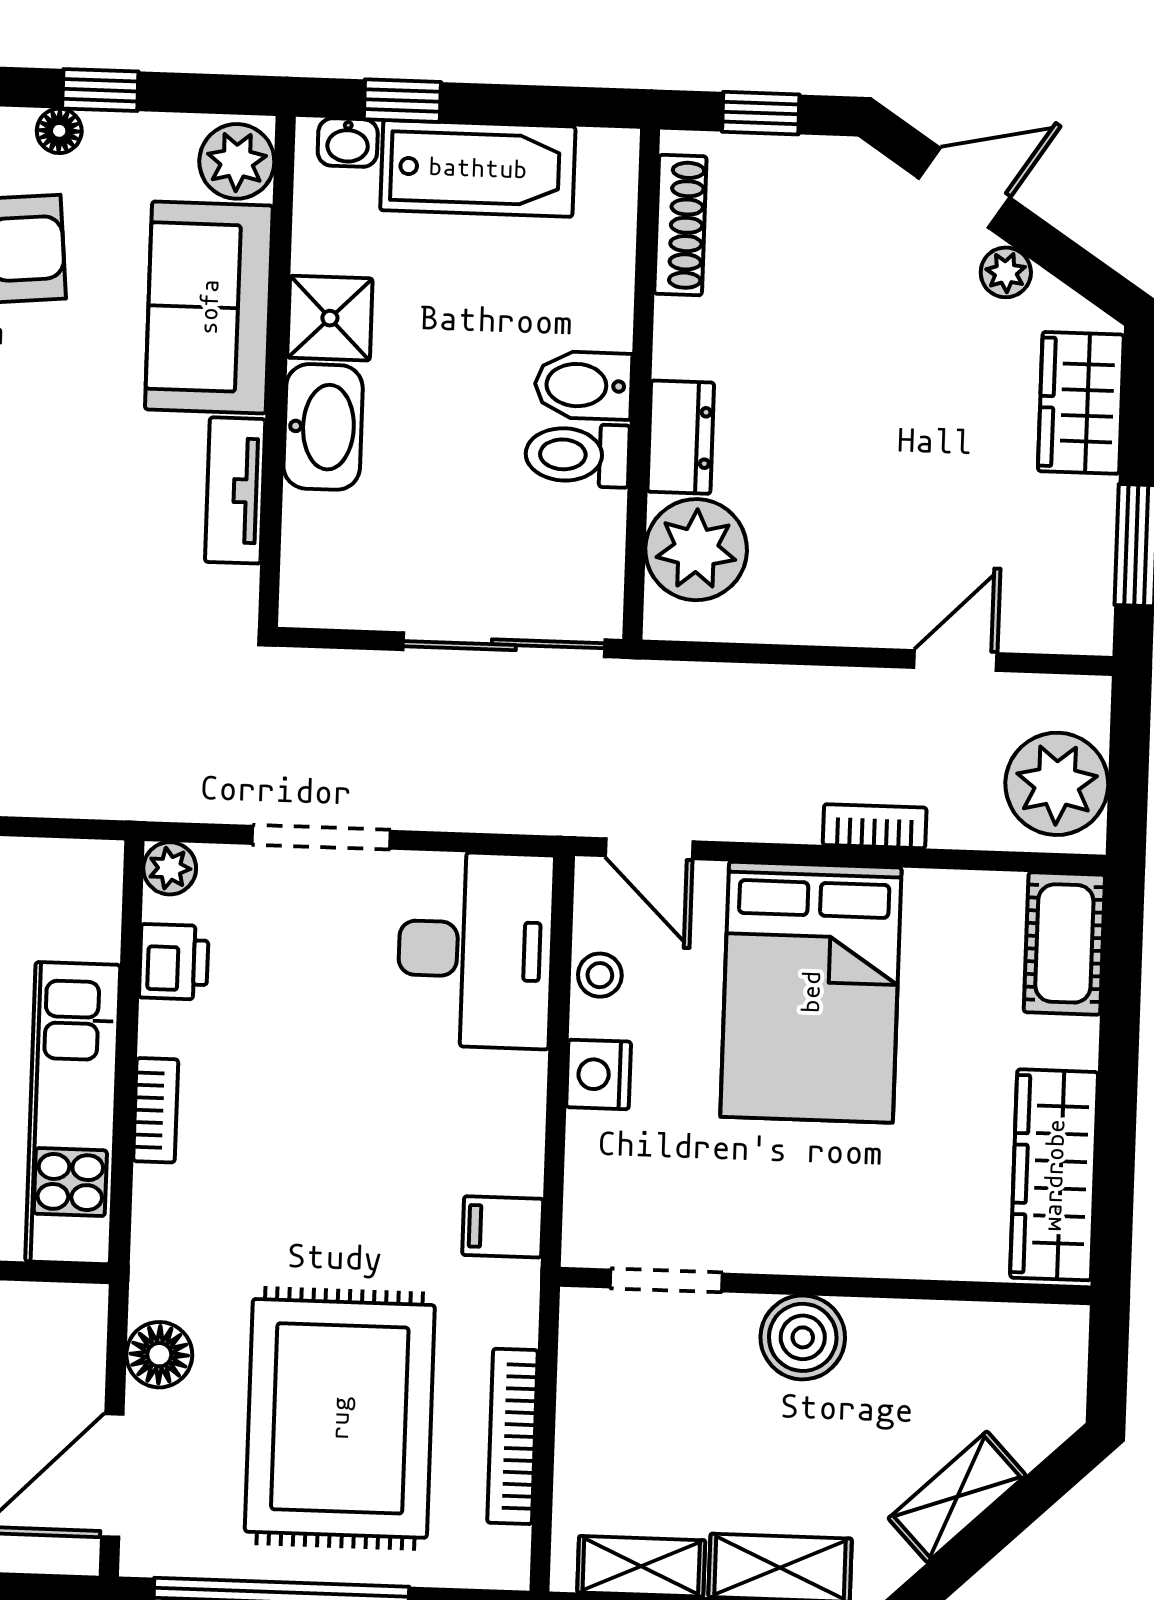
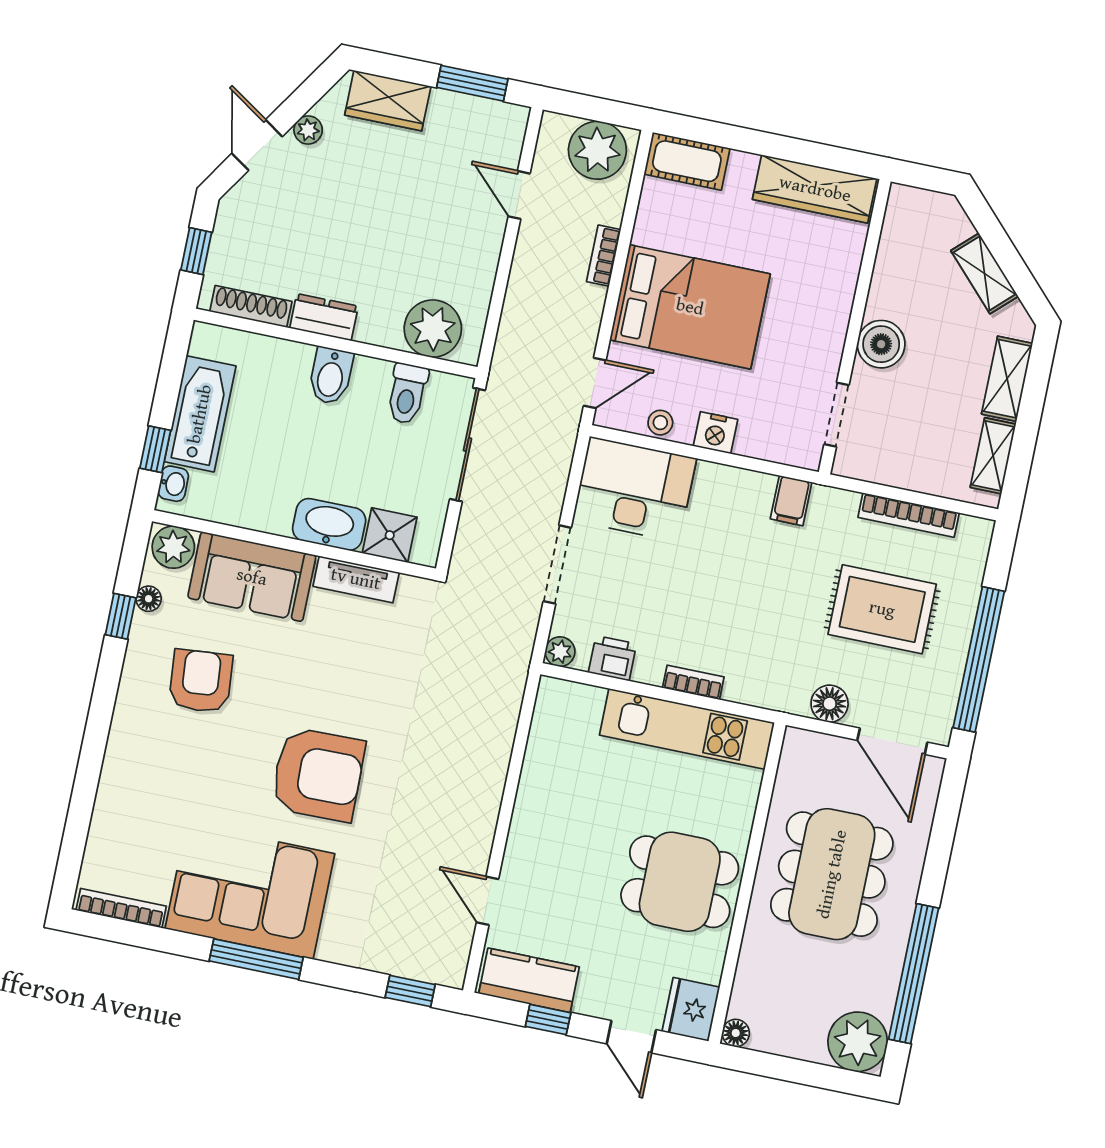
floor lamp: (59, 131) -> (149, 599), moved
shower: (330, 318) -> (390, 535), moved
dresser: (681, 437) -> (324, 317), moved
toilet: (577, 455) -> (407, 394), moved
rug: (340, 1418) -> (882, 609), width x0.73, depth x0.69

